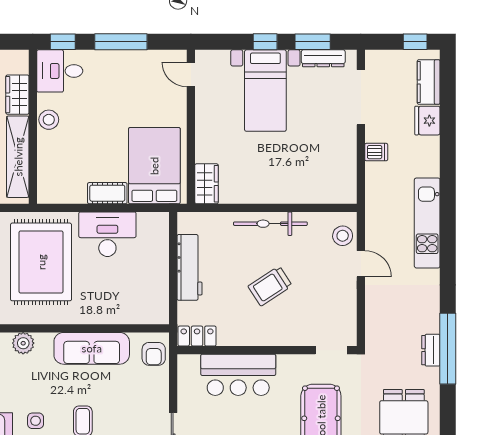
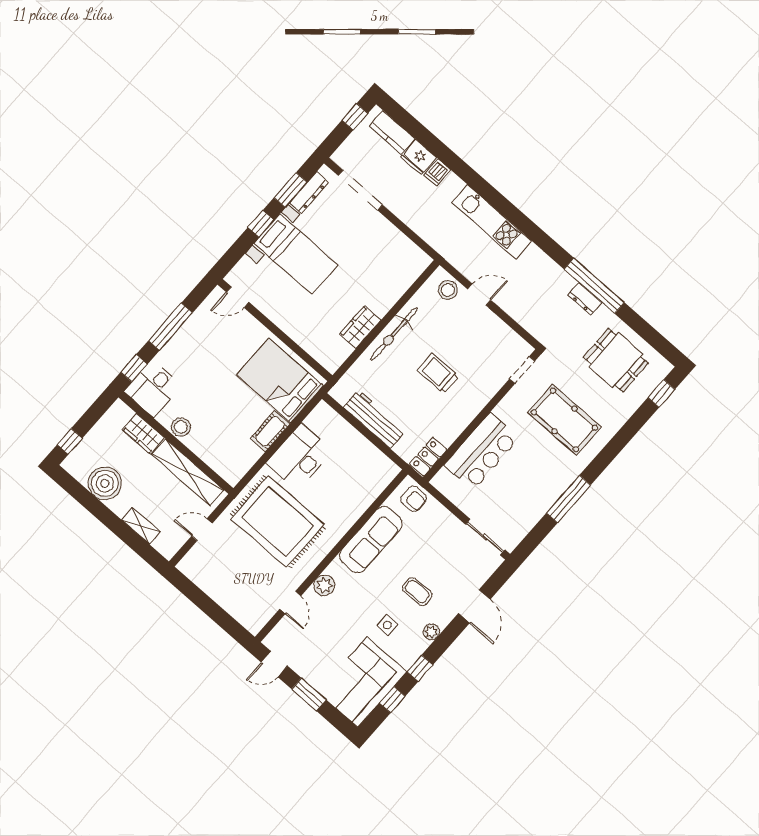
dishwasher: (376, 152) -> (437, 172), moved, turned 180
wardrobe: (206, 184) -> (360, 327), moved, turned -90
trolley: (270, 286) -> (438, 373), turned 123

